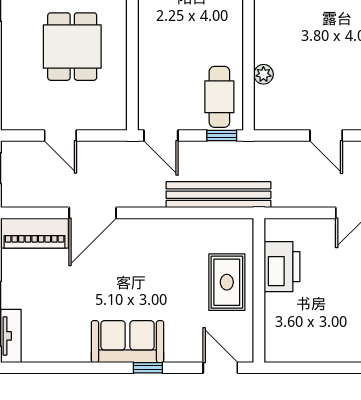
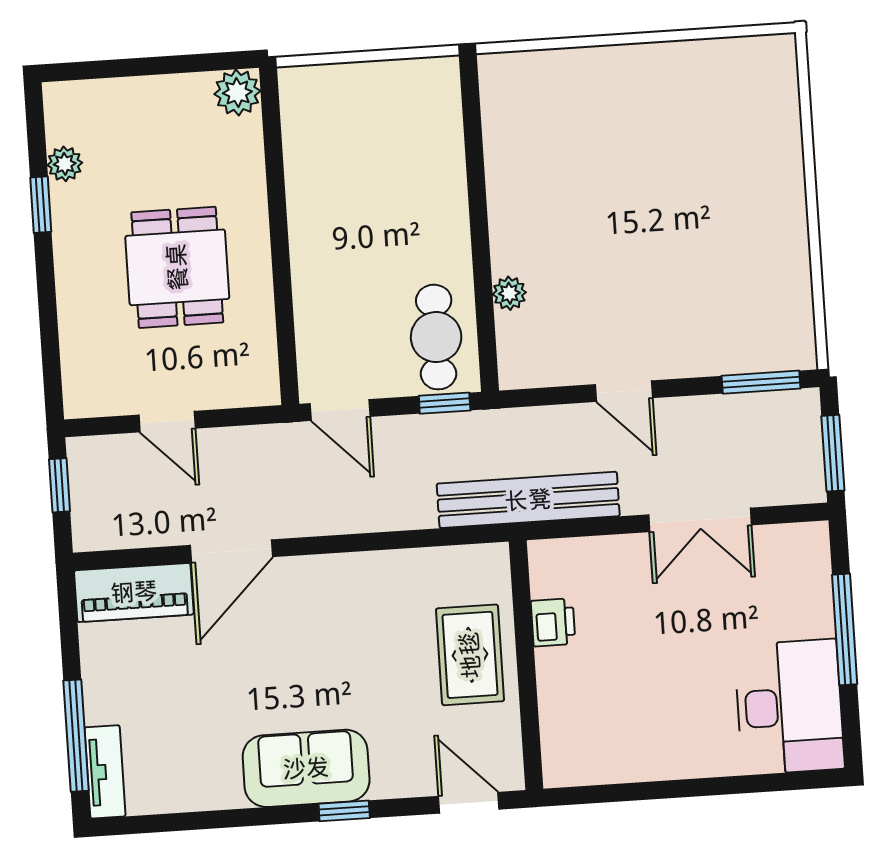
bench: (218, 195) -> (528, 500), moved
printer: (282, 267) -> (553, 622), width x0.53, depth x0.68

